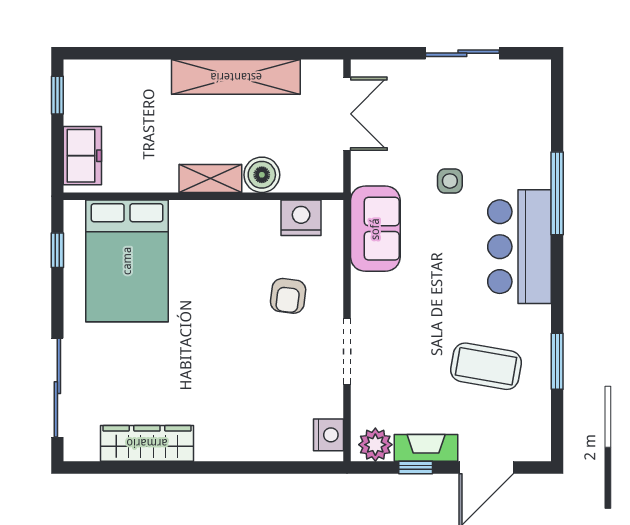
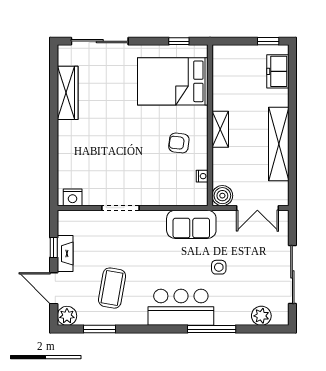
sliding door: (462, 53) -> (292, 274), width x1.37
plant: (534, 107) -> (261, 316), added
freezer: (82, 156) -> (278, 71), moved, turned 90
boiler: (262, 175) -> (222, 196), moved
nightstand: (301, 218) -> (202, 176), width x0.53, depth x0.56
armchair: (288, 296) -> (179, 143), moved
window: (557, 361) -> (100, 329), moved
plant: (375, 445) -> (67, 316), moved

